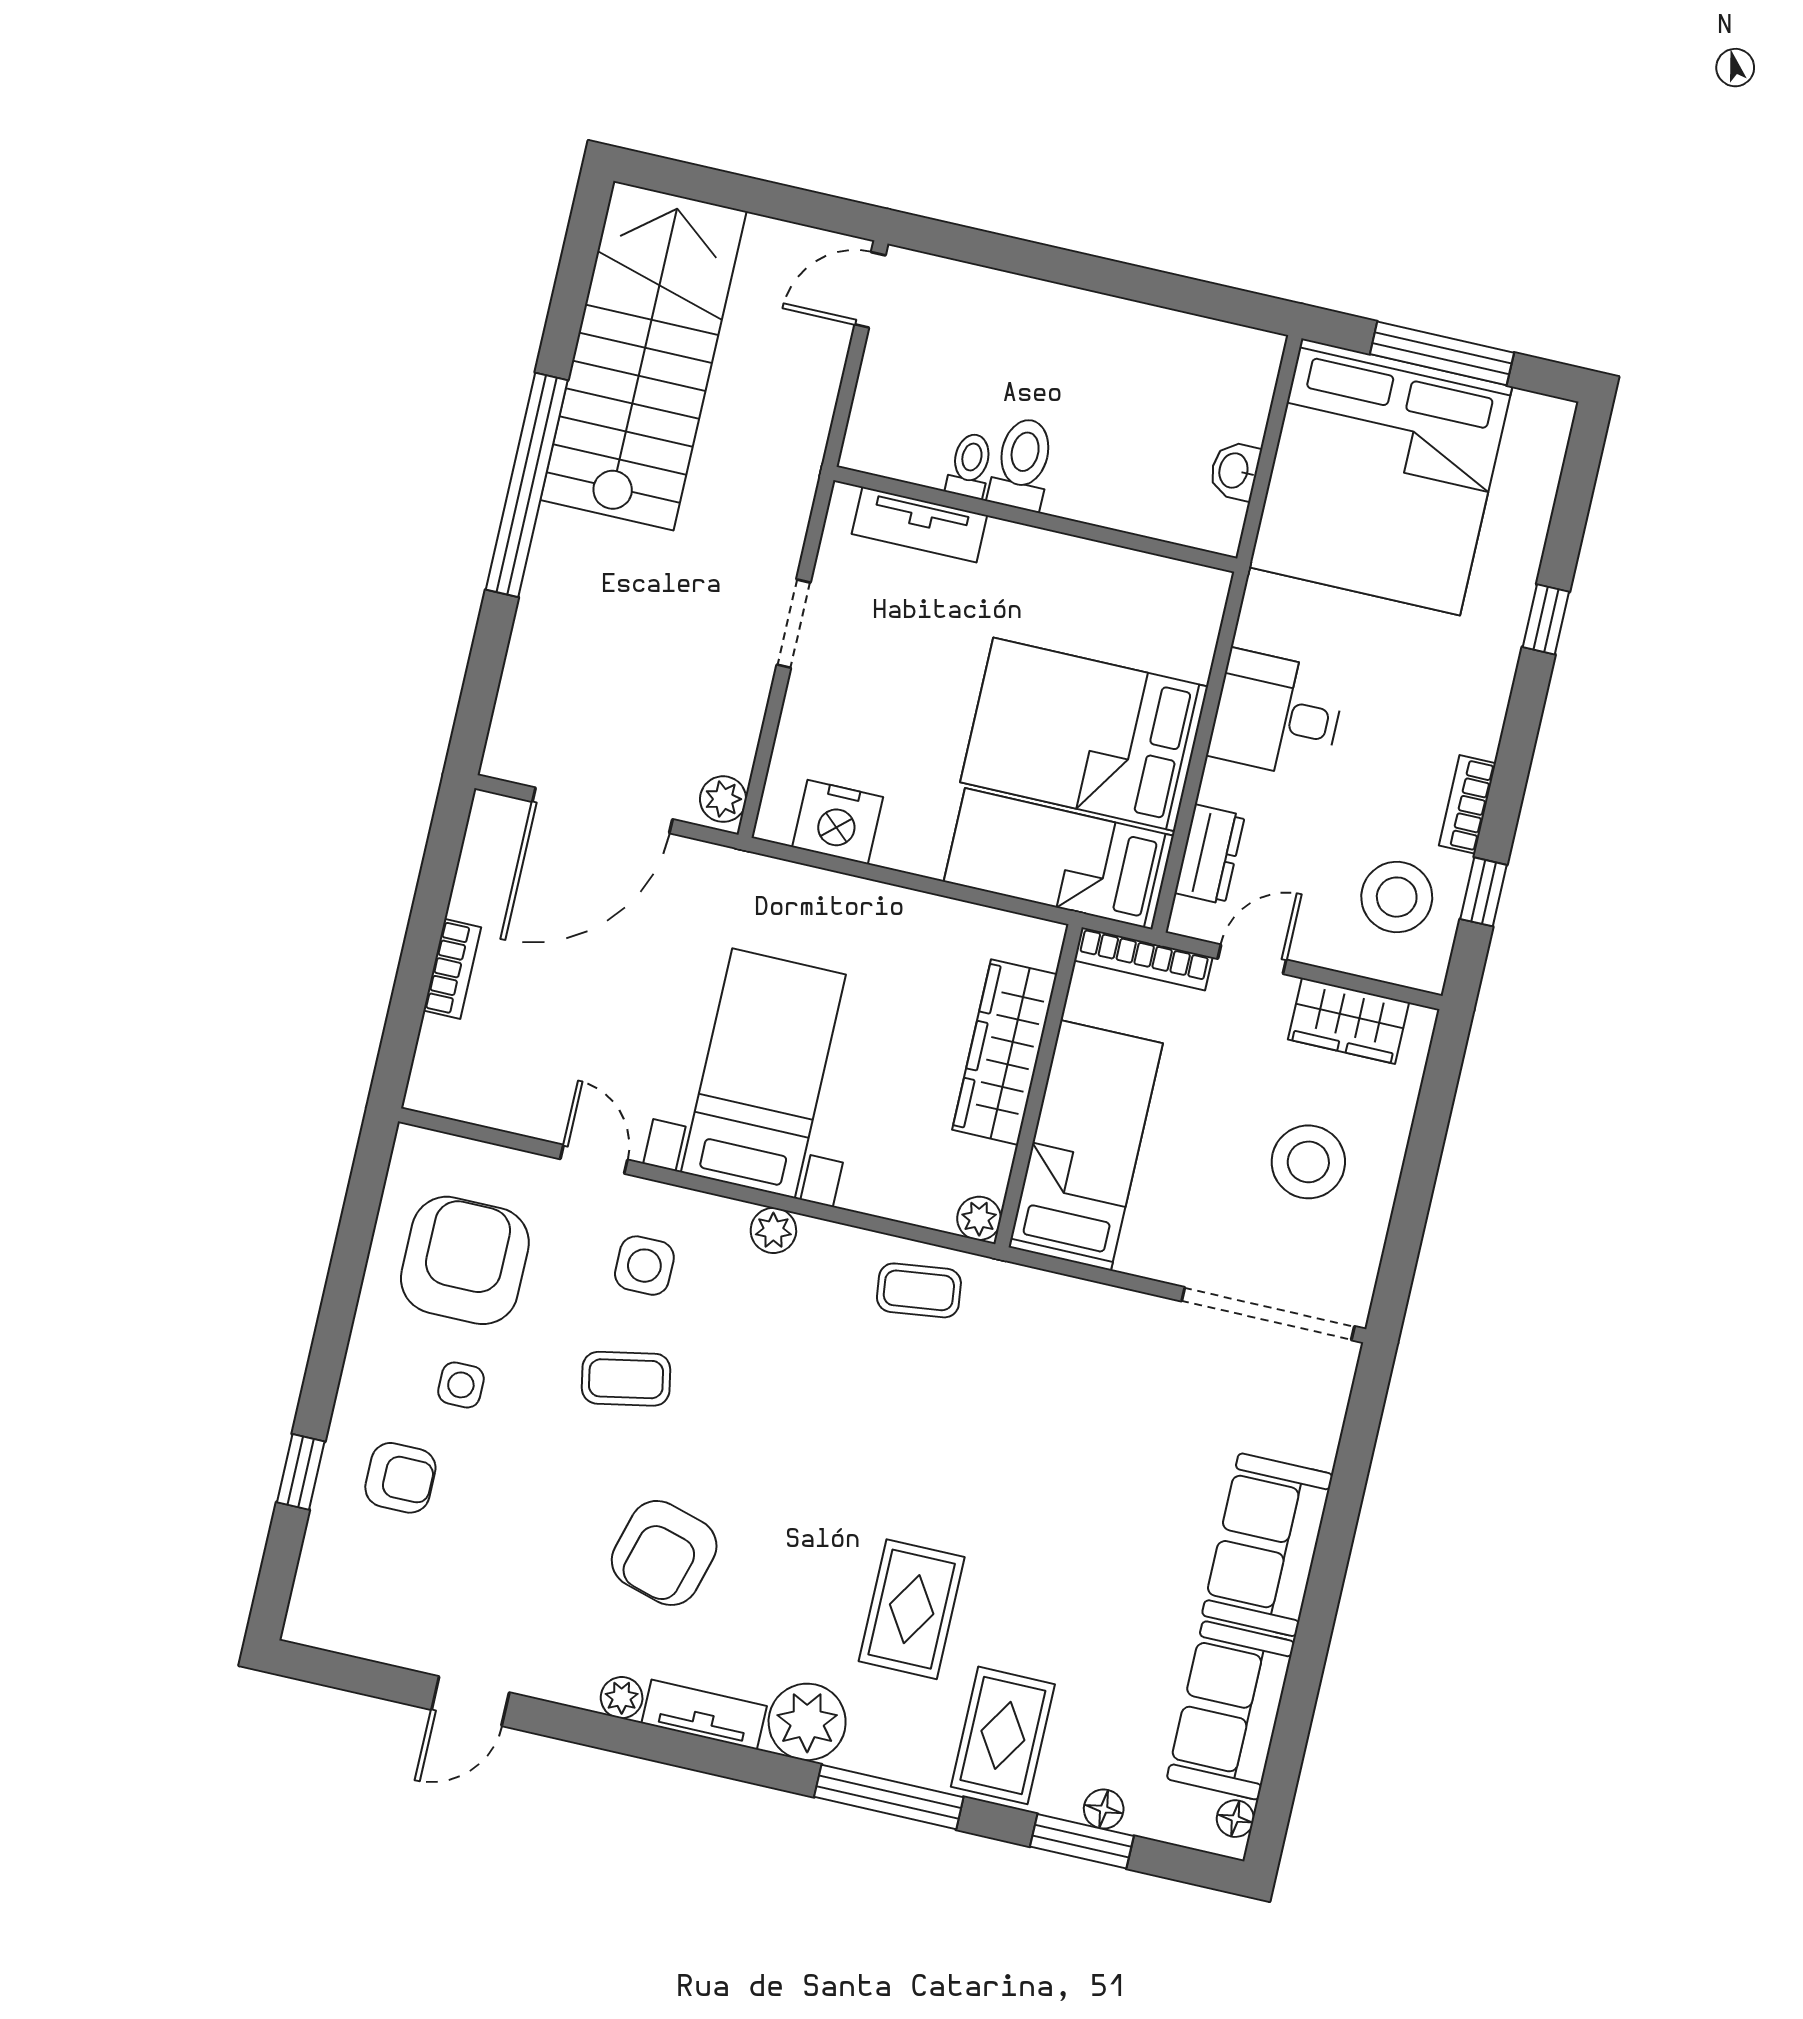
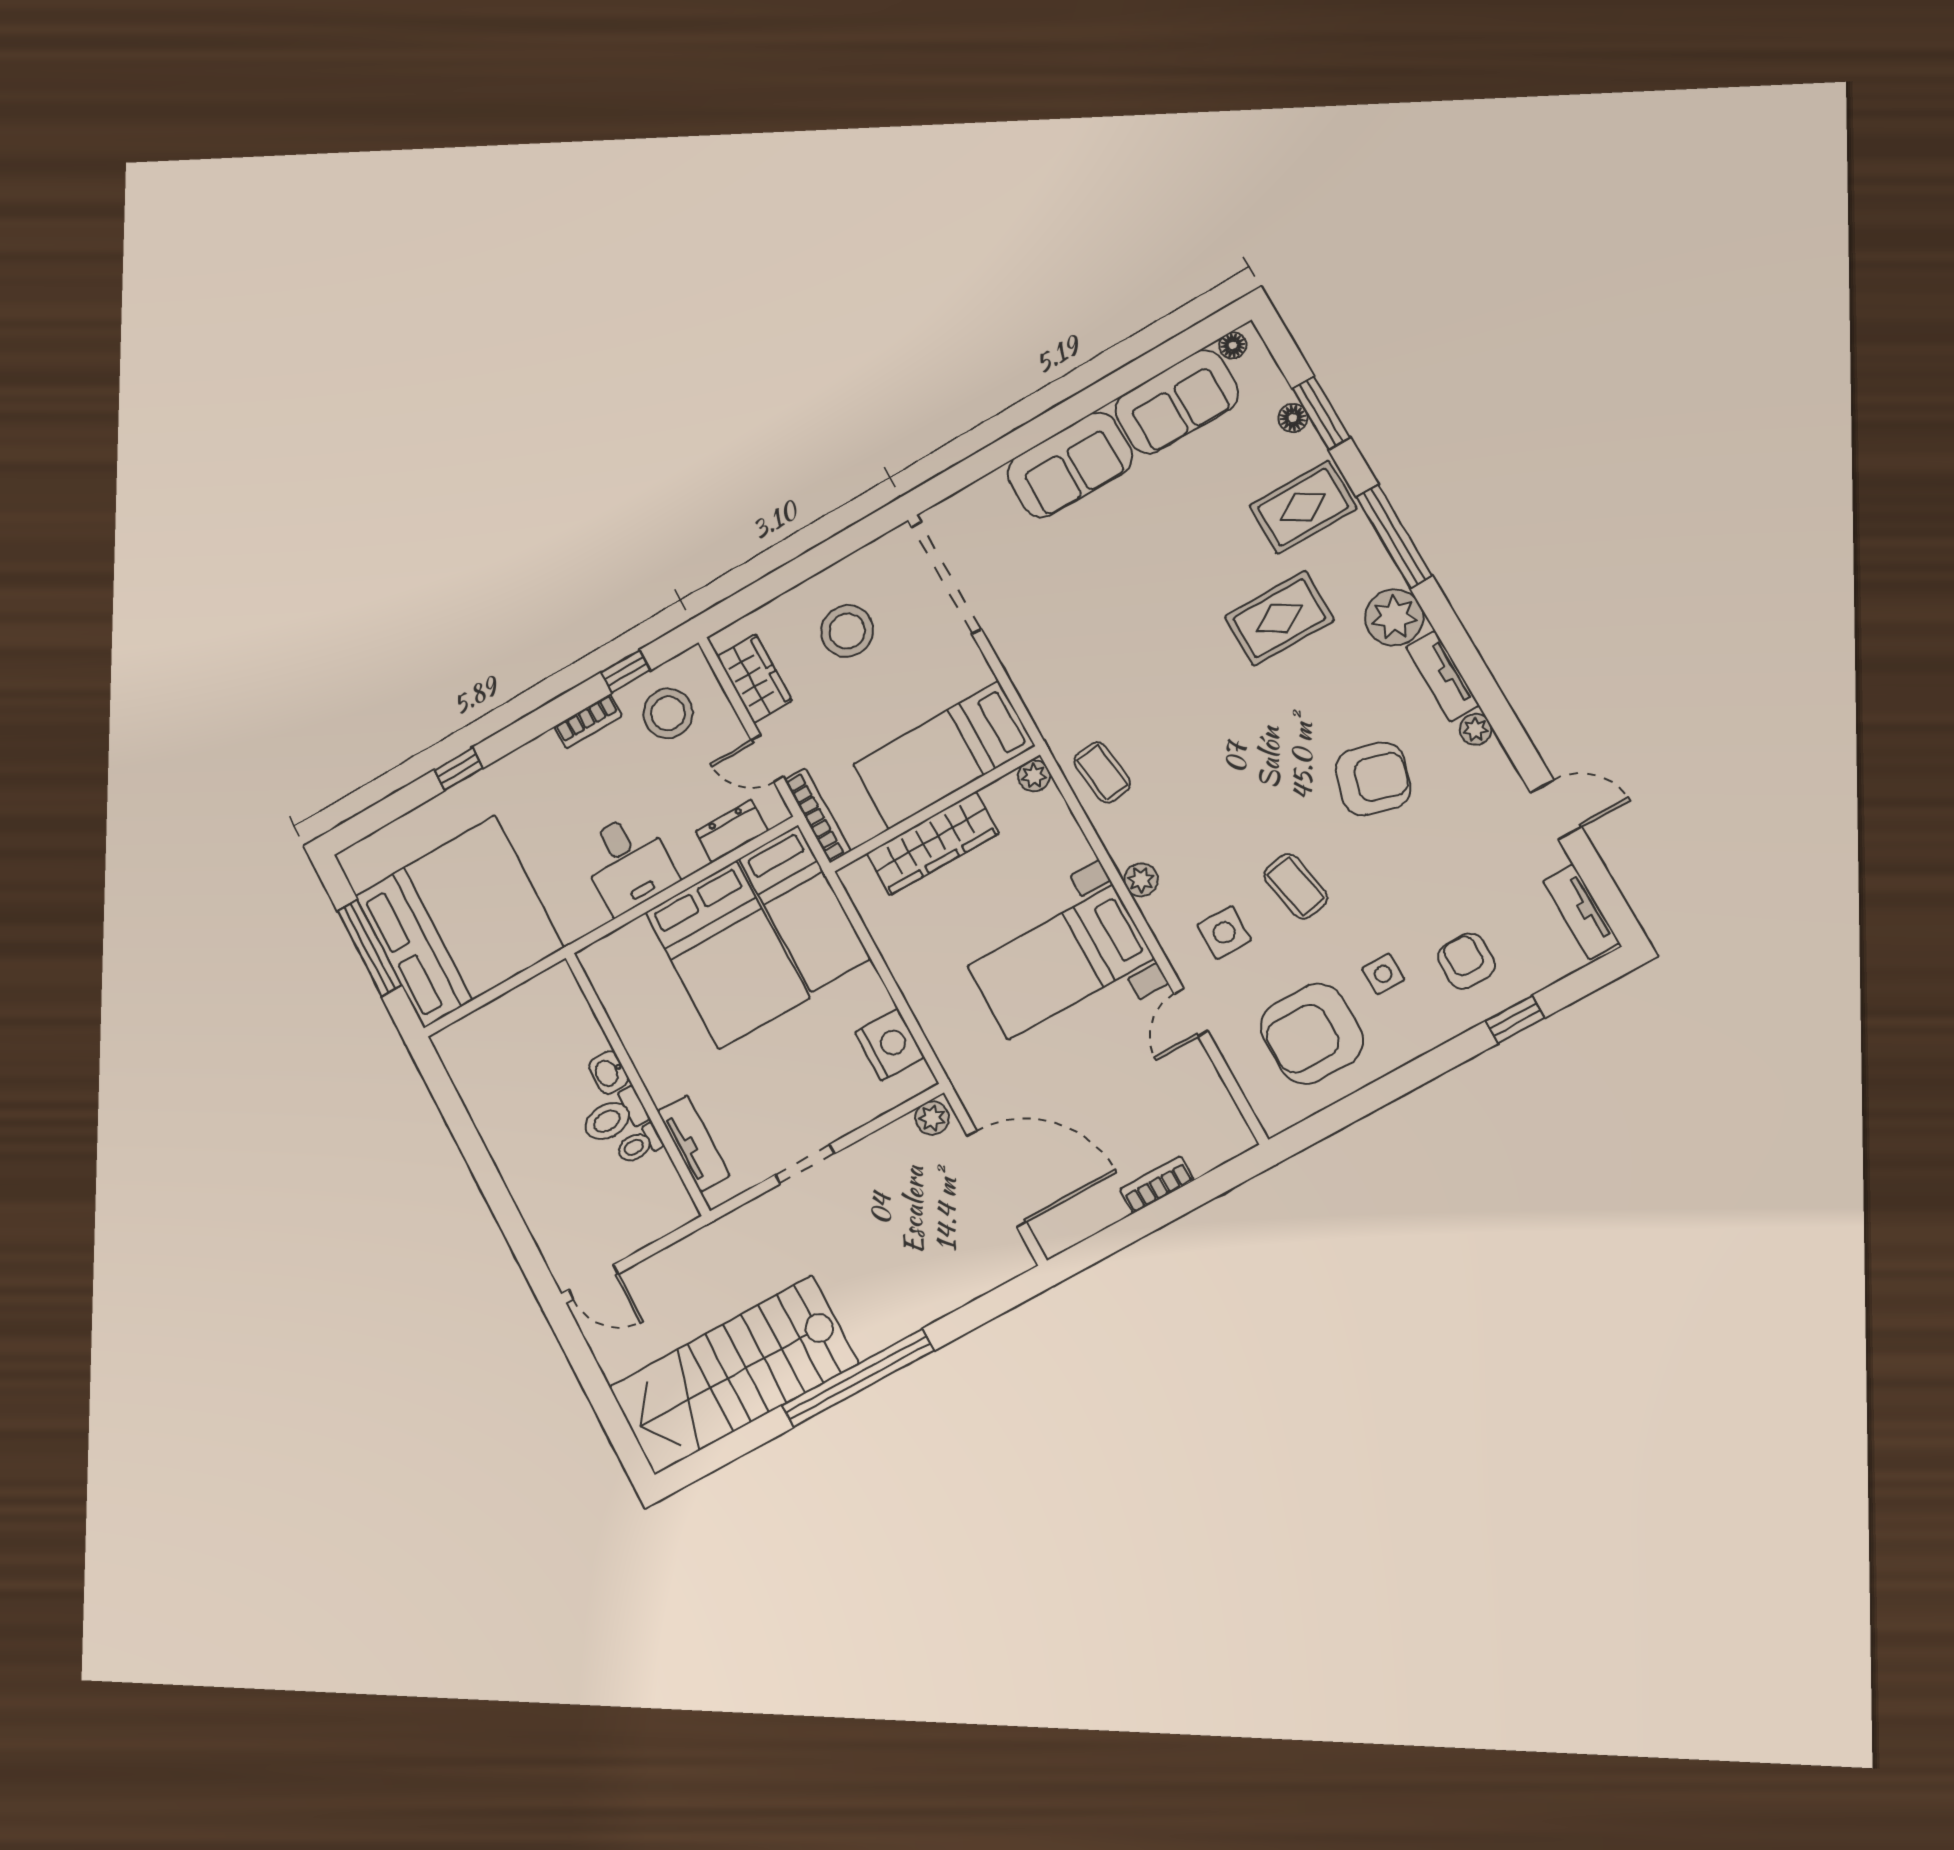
washbasin: (1235, 471) -> (609, 1072), moved, turned 90
tv unit: (349, 1633) -> (1581, 912), added

